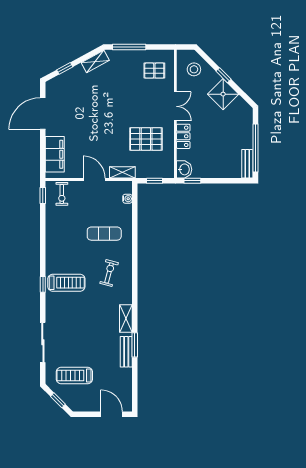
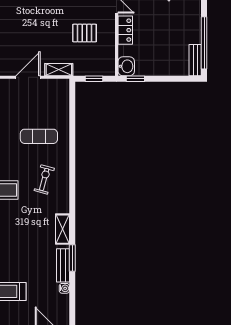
pallet: (146, 139) -> (85, 33), width x0.67, depth x0.71
door: (94, 179) -> (28, 77), hinge flipped
water cooler: (127, 199) -> (64, 288), moved

